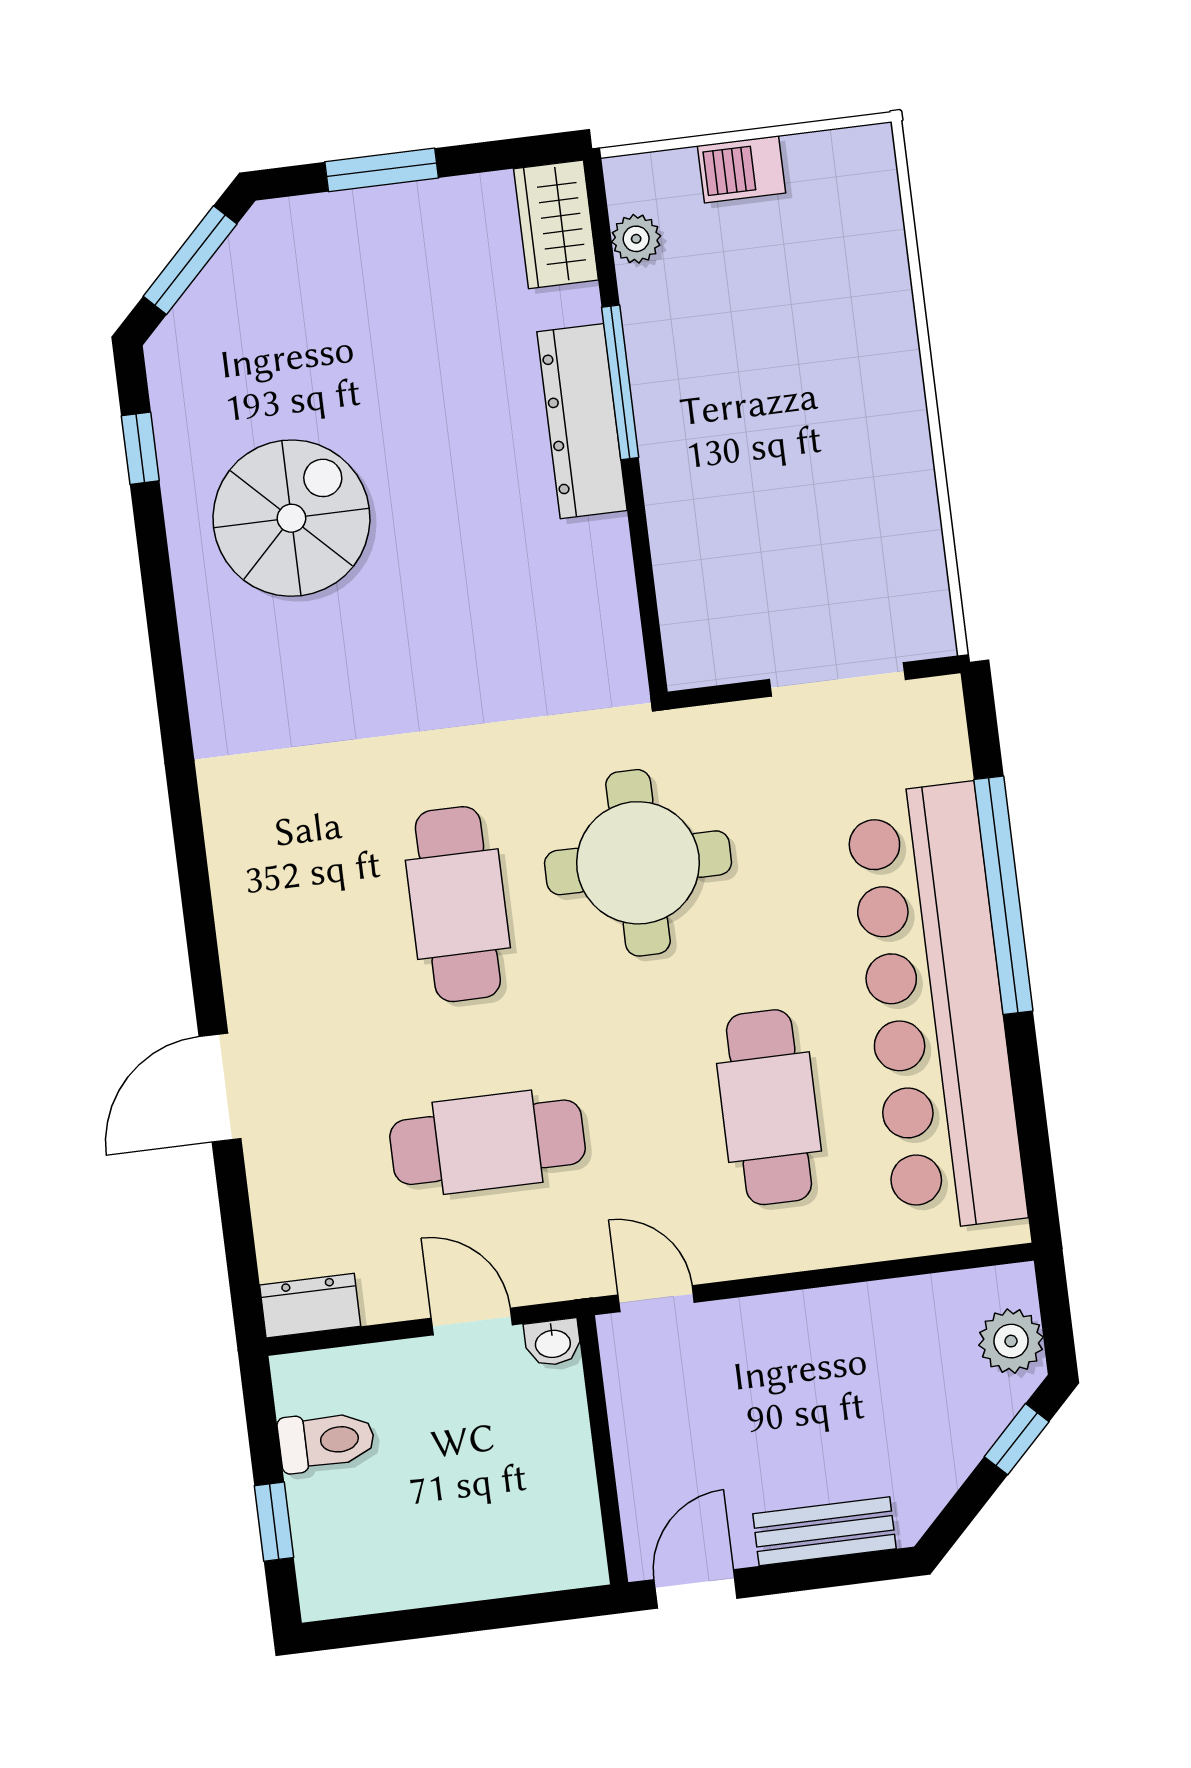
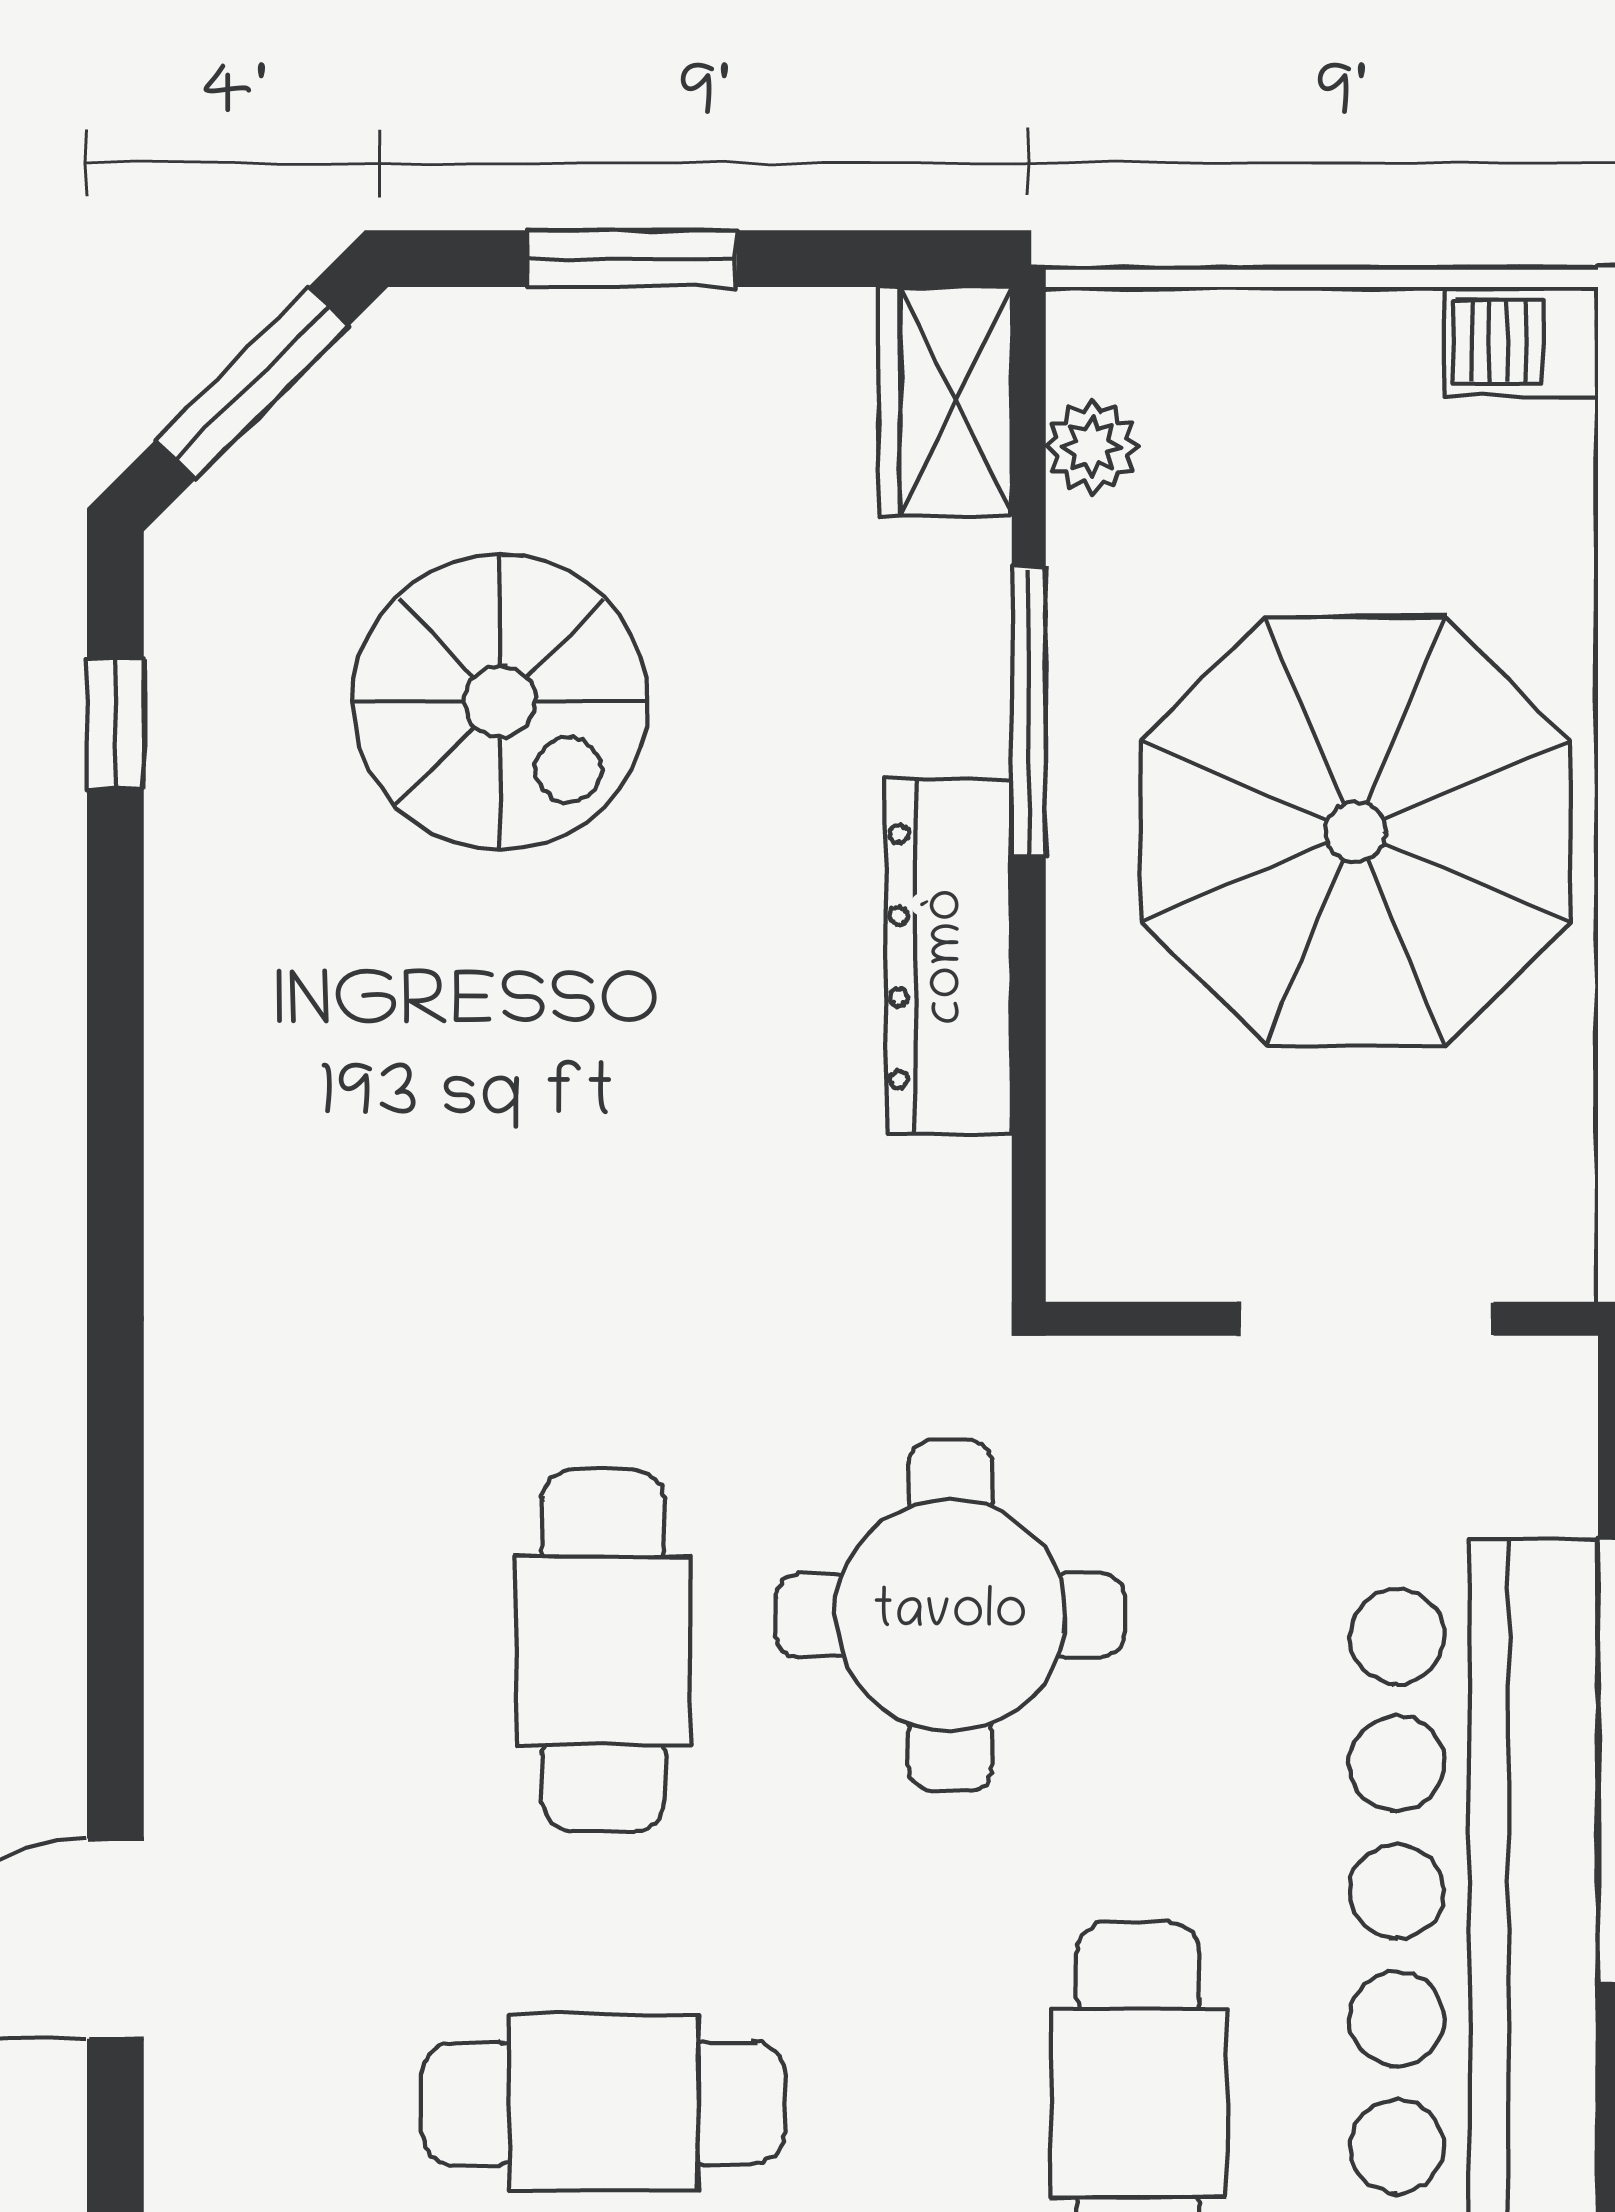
barbecue: (742, 169) -> (1521, 342), moved
dresser: (582, 421) -> (948, 957), moved
parasol: (800, 424) -> (1356, 831), added
spiral stairs: (291, 518) -> (500, 702), moved, turned 90

